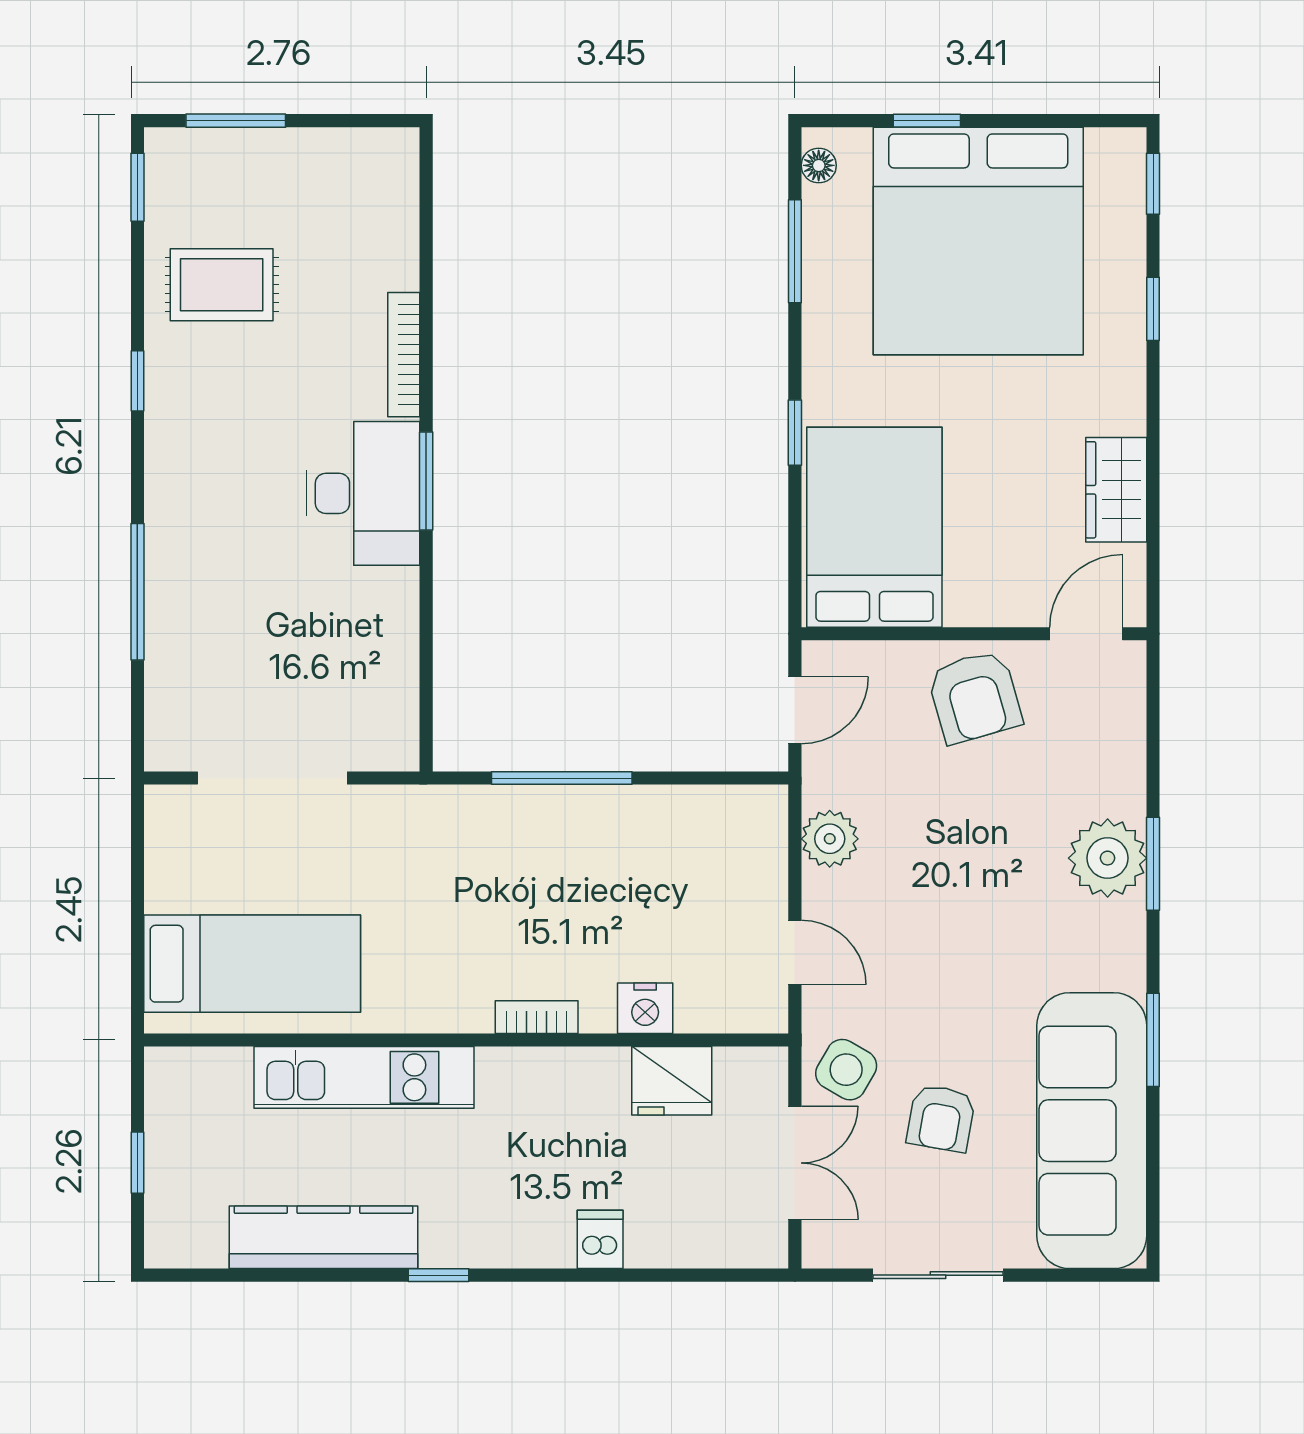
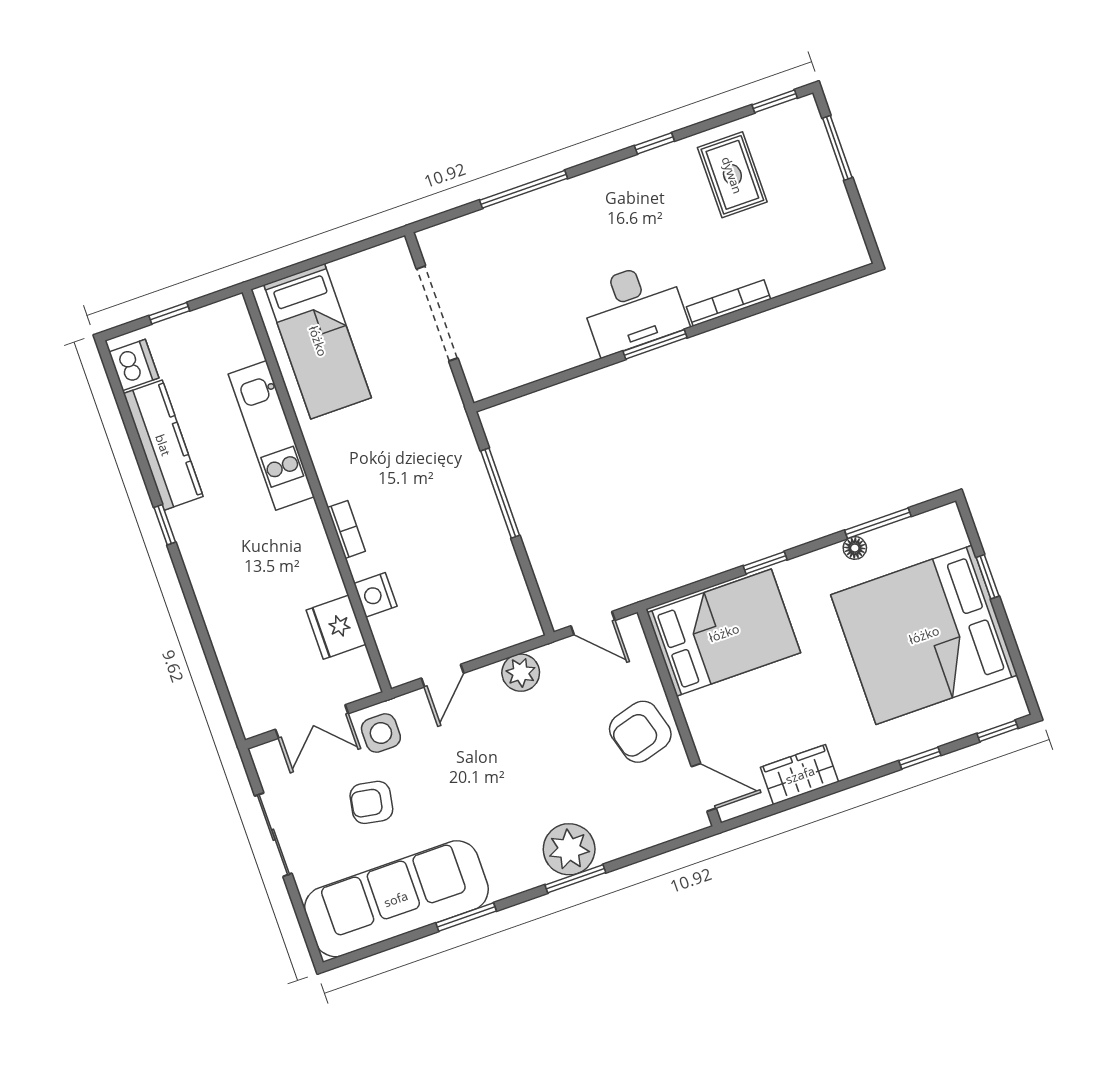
floor lamp: (819, 165) -> (855, 548), moved
side table: (846, 1070) -> (381, 733), turned -30
dishwasher: (600, 1239) -> (134, 365), moved, width x1.38

